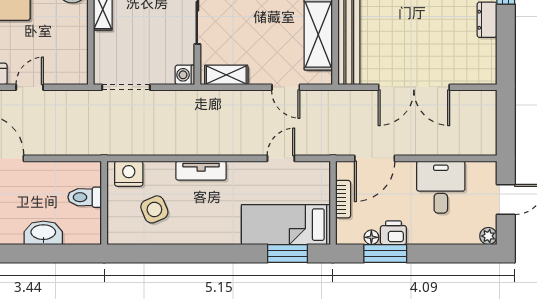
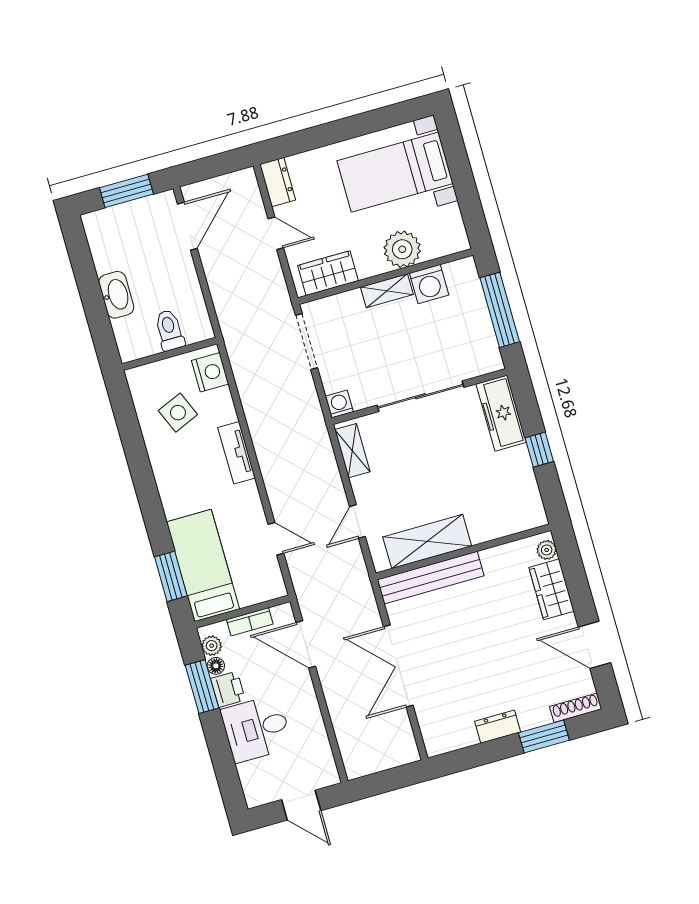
wardrobe: (75, 54) -> (328, 273), added
desk: (441, 187) -> (256, 729), moved, turned 180
plant: (488, 236) -> (212, 646), moved

